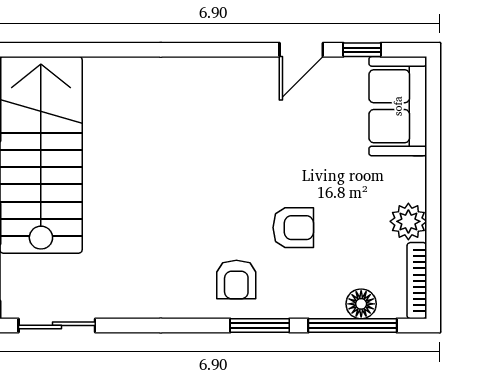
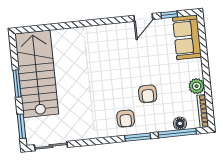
armchair: (293, 228) -> (148, 94), turned 90

